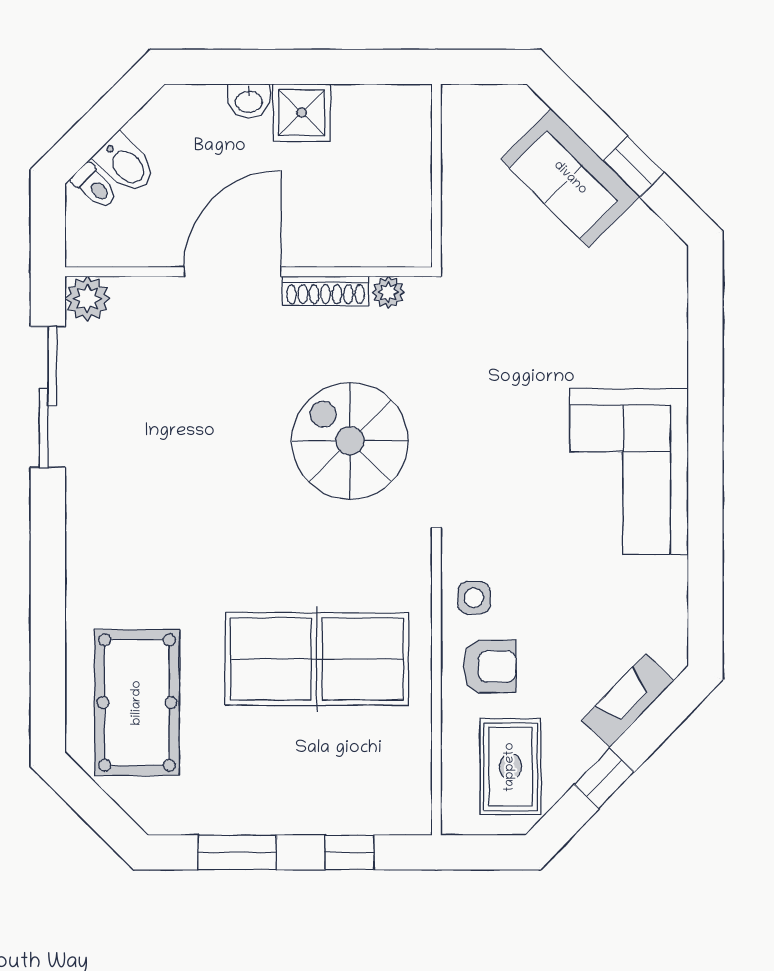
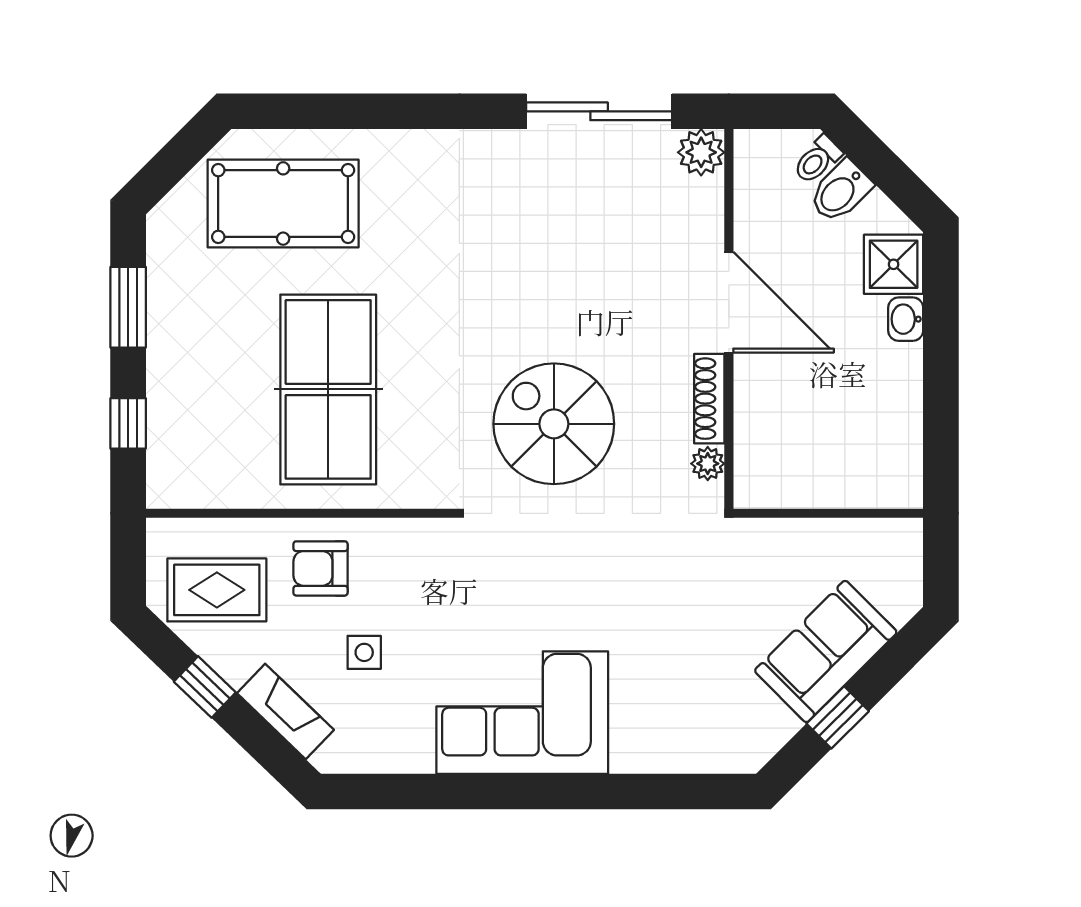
shower: (302, 113) -> (894, 264), moved
spiral stairs: (350, 441) -> (554, 424), turned -90
side table: (474, 598) -> (364, 652), moved
armchair: (490, 666) -> (320, 568), turned 90

